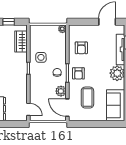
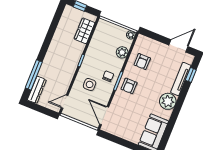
side table: (41, 57) -> (90, 84), moved
plant: (61, 91) -> (122, 52), moved
coffee table: (87, 98) -> (128, 114), removed
door: (28, 109) -> (65, 102), swing flipped

